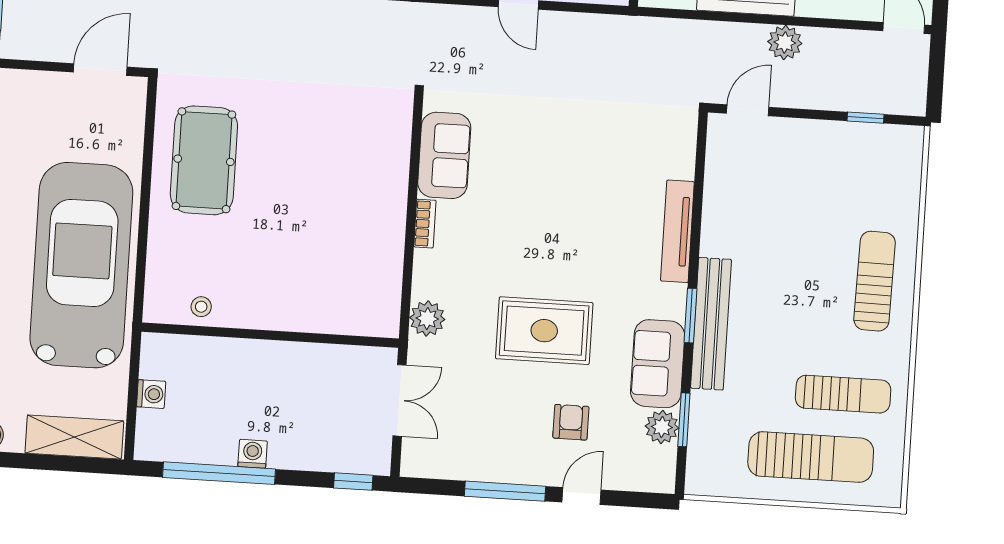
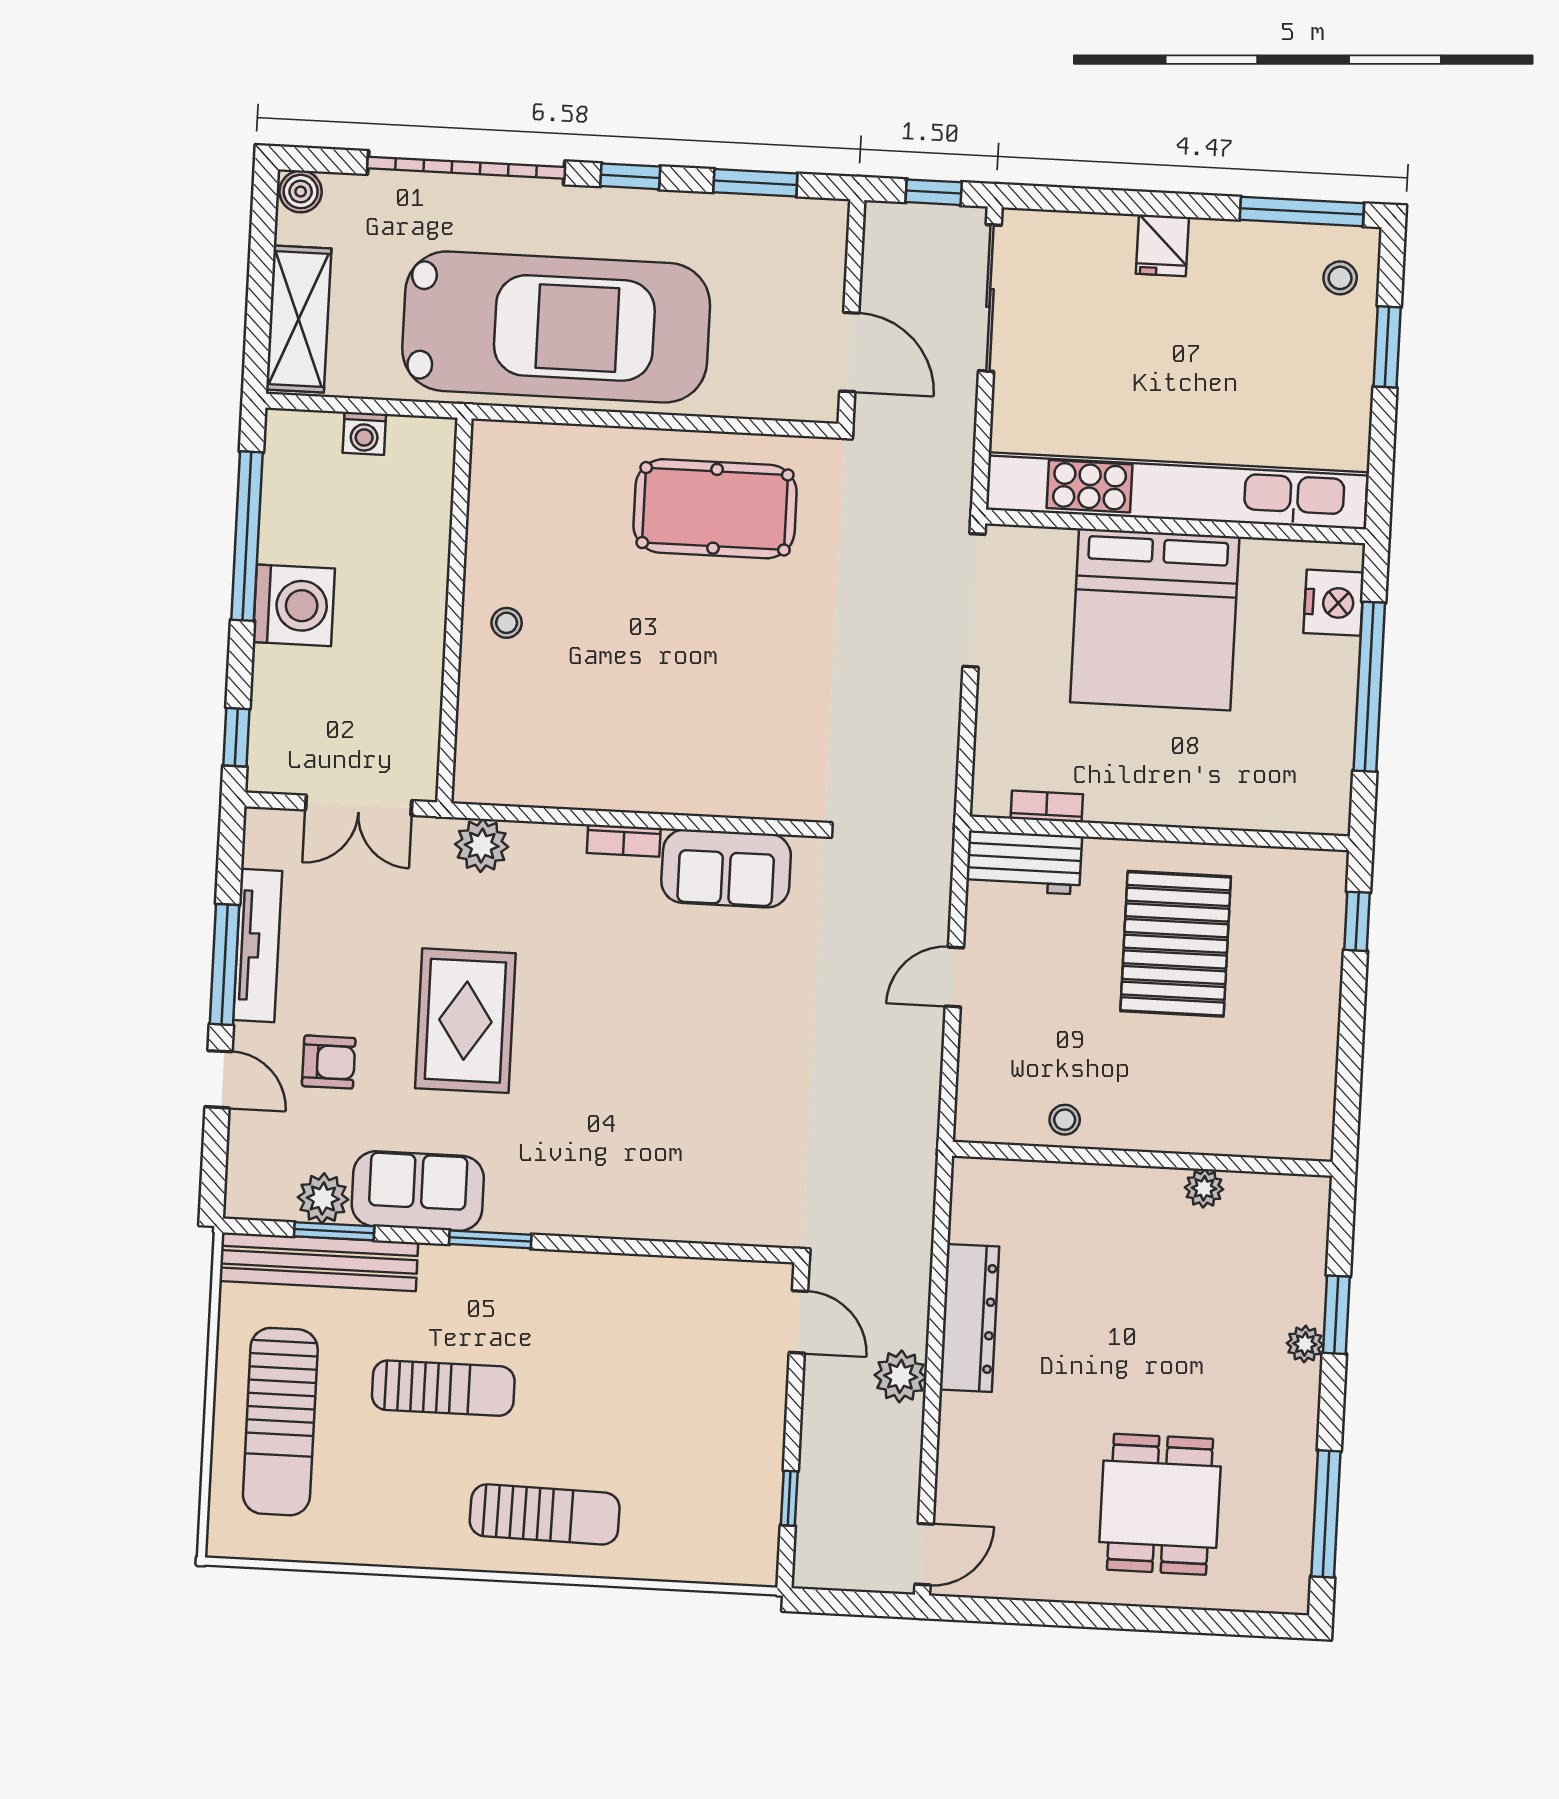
tv unit: (677, 231) -> (258, 946), moved, turned 90
stool: (201, 307) -> (507, 623), moved
bench: (711, 324) -> (319, 1262), moved
sun lounger: (843, 394) -> (443, 1388), moved, turned -90
washing machine: (253, 454) -> (294, 605), width x1.89, depth x1.89

